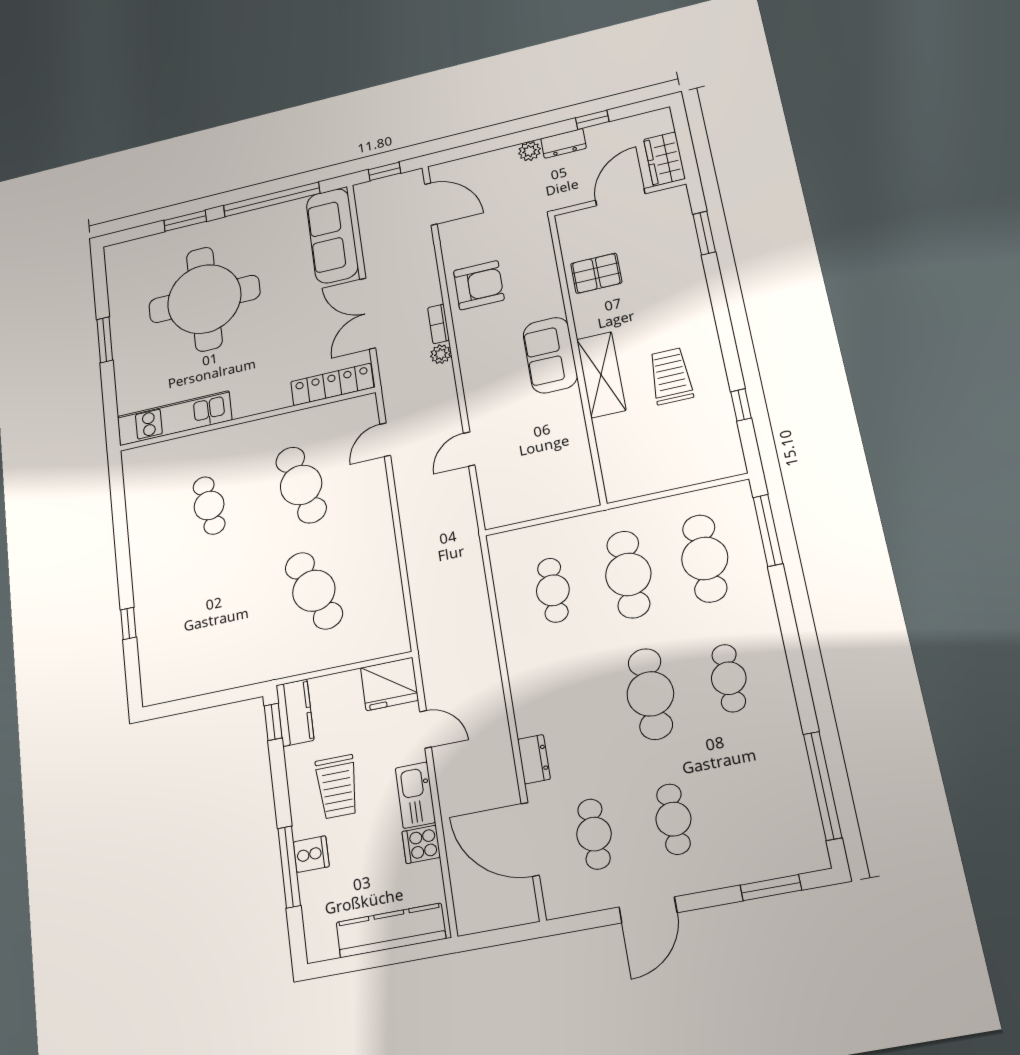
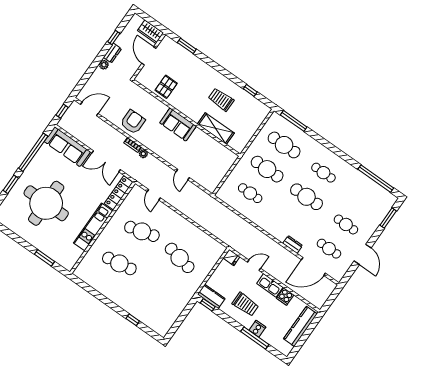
window: (105, 340) -> (45, 258), moved
shelving: (601, 375) -> (216, 128), moved
kitchen unit: (174, 418) -> (93, 227), moved
cafe table: (209, 505) -> (119, 263), width x1.37, depth x1.35
cafe table: (314, 591) -> (180, 258), turned 33
fridge: (389, 684) -> (231, 257), width x0.53, depth x0.75

